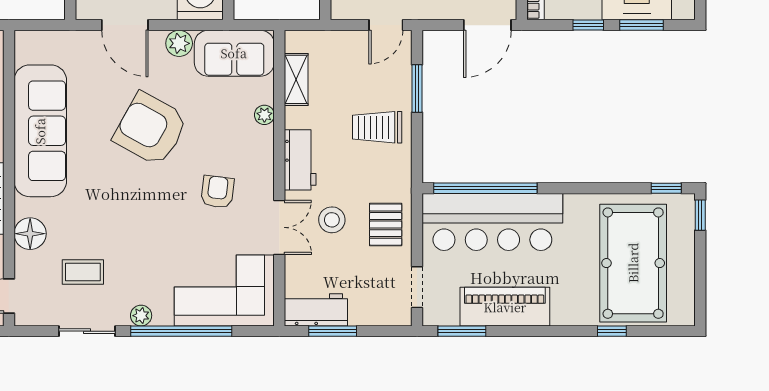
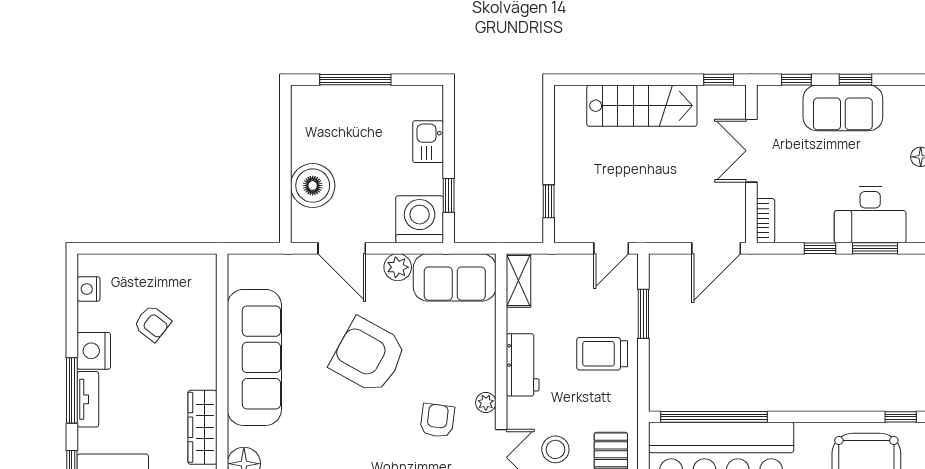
shelving: (296, 79) -> (519, 280), moved
plant: (264, 115) -> (486, 402), moved
workbench: (300, 160) -> (523, 365), moved

